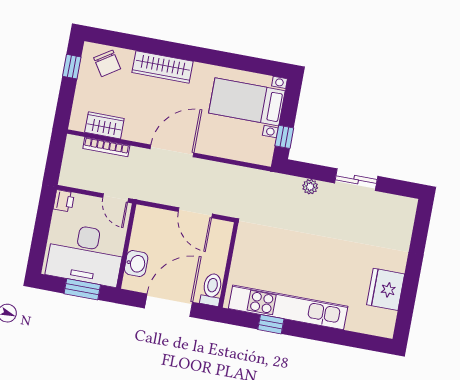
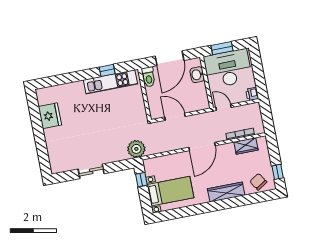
plant: (310, 187) -> (136, 149), moved, width x1.87, depth x1.87
kitchen unit: (288, 307) -> (110, 82), width x0.73

